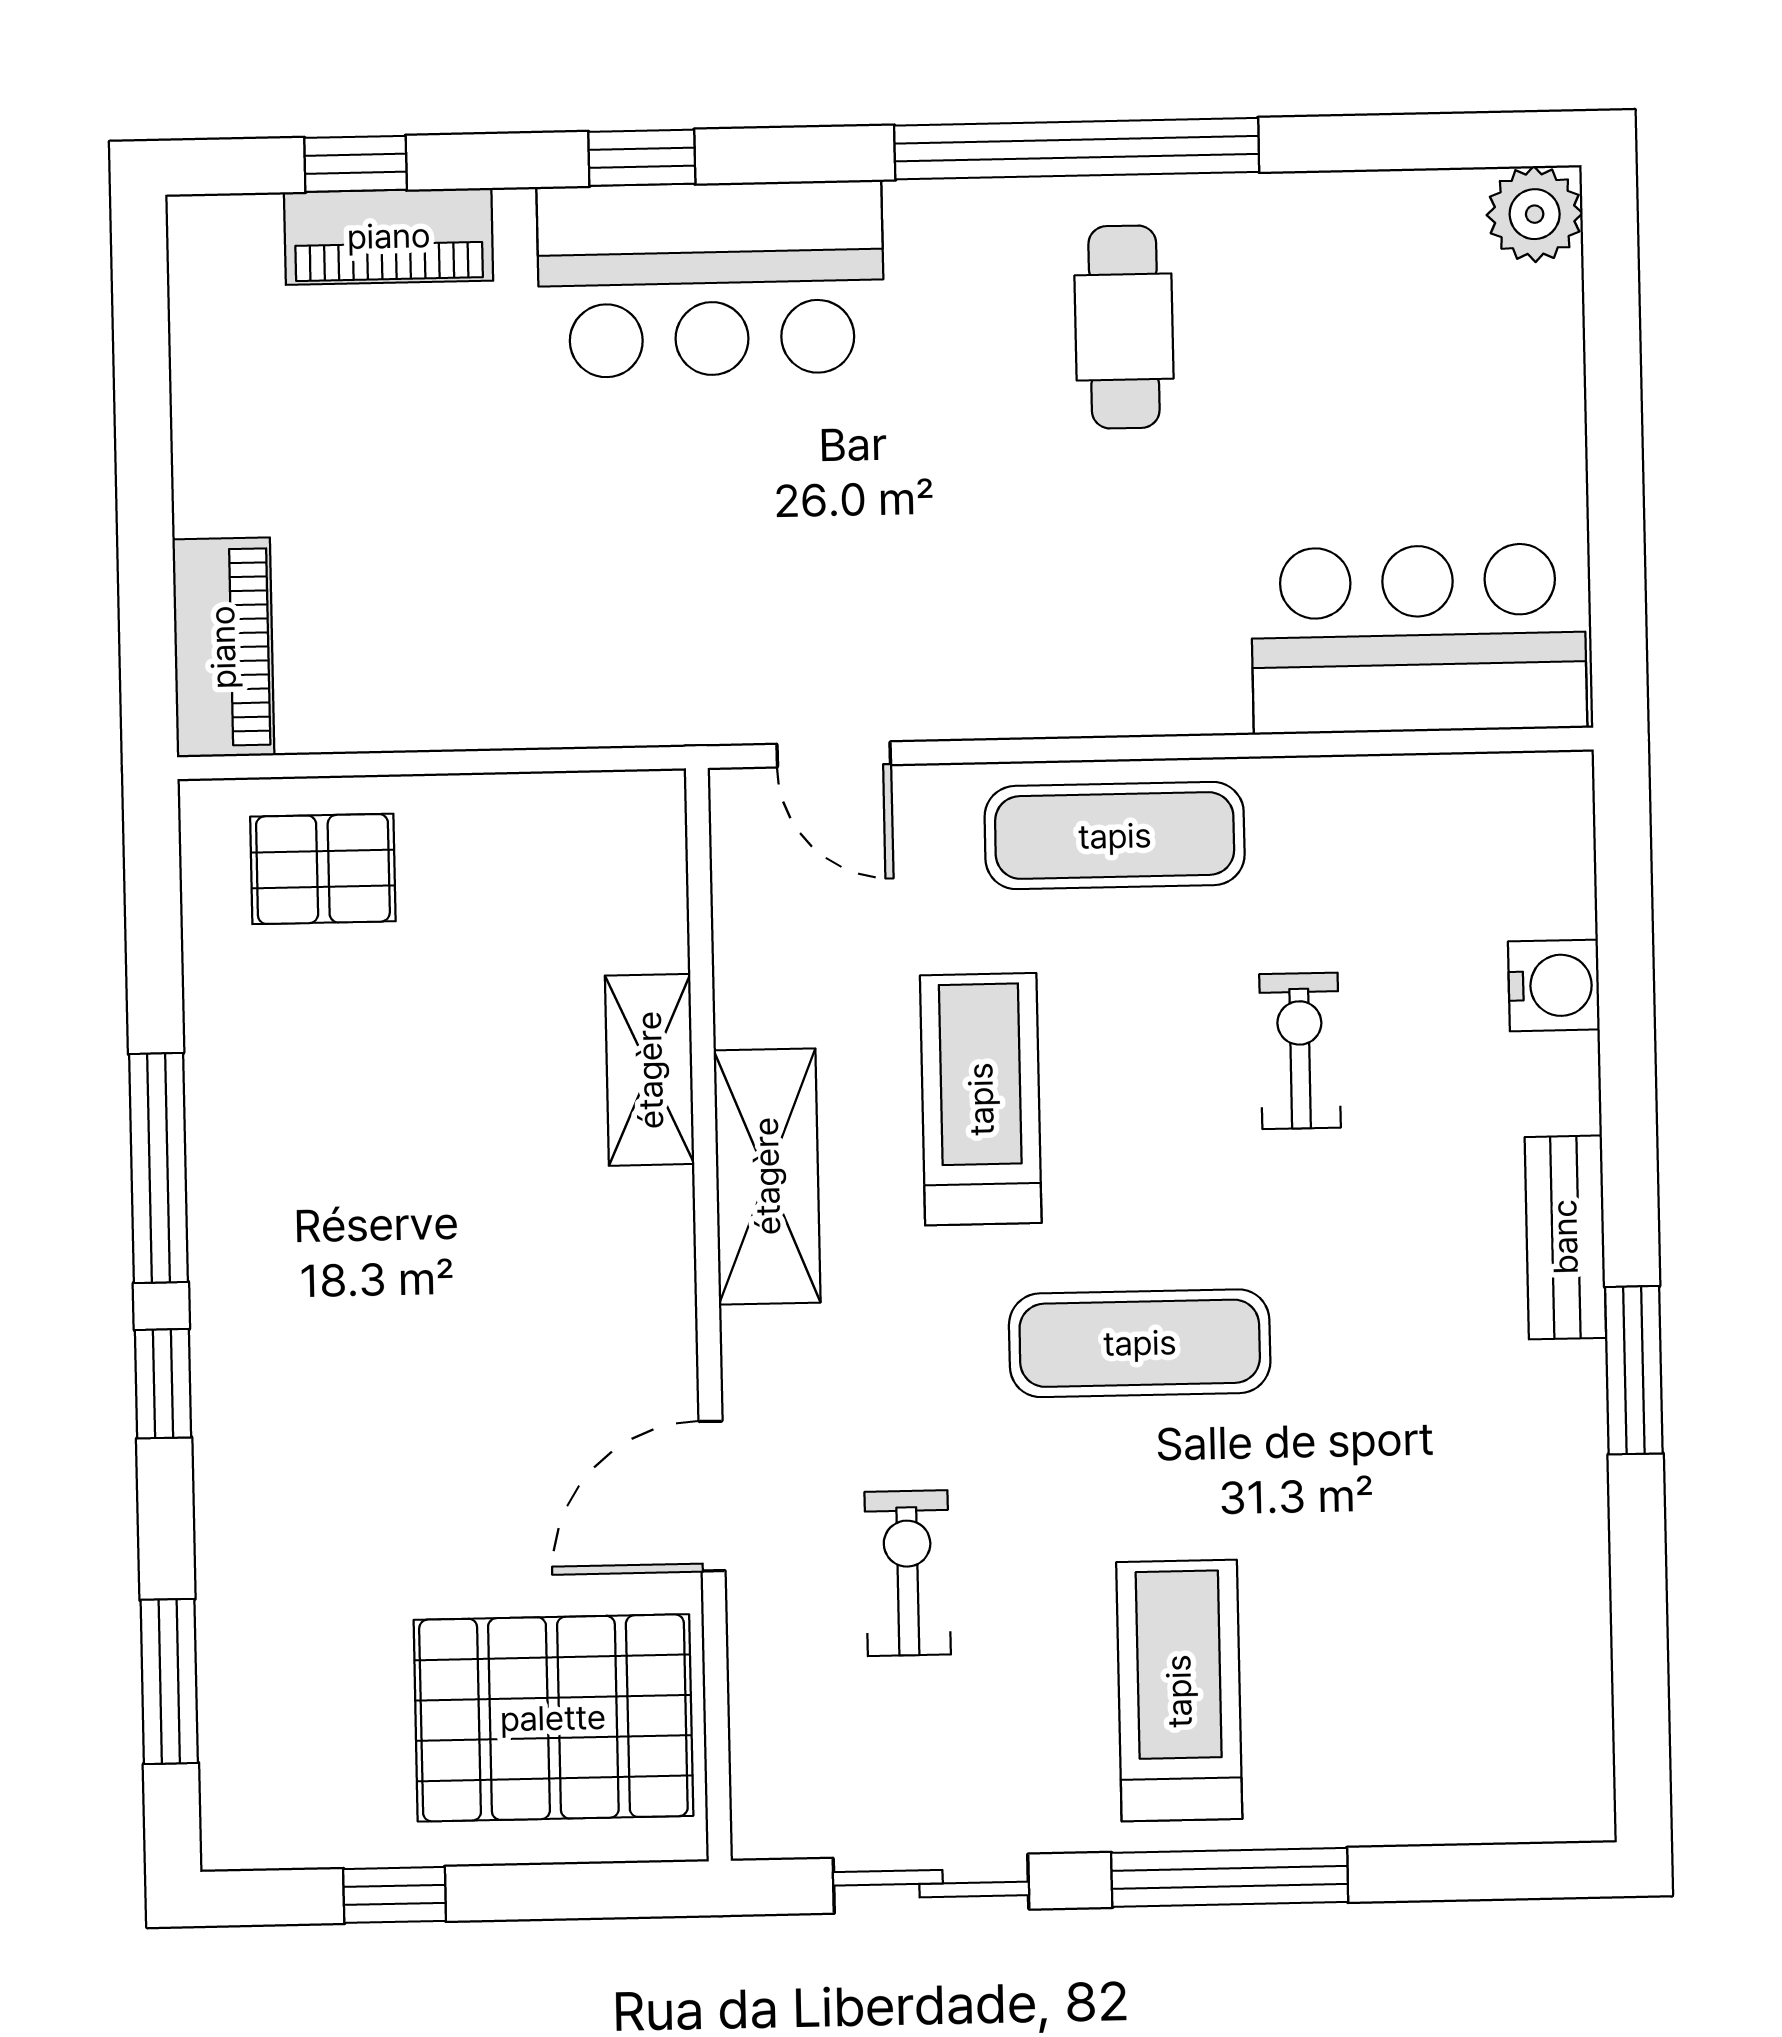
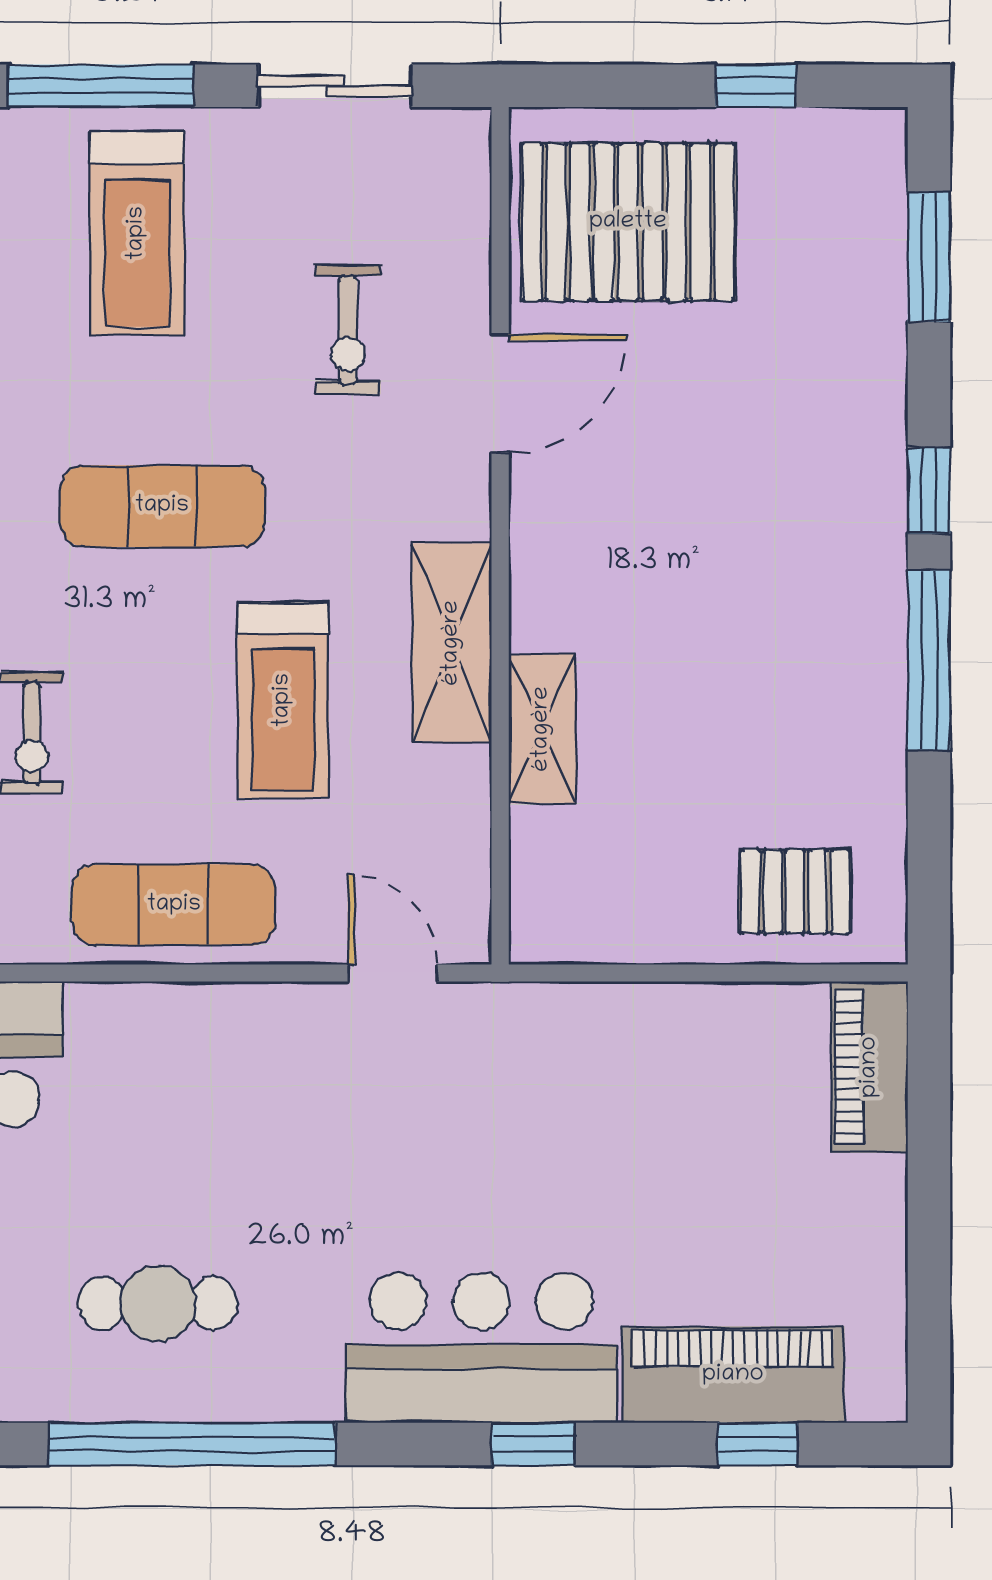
piano: (389, 236) -> (733, 1375), width x1.37, depth x1.33
cafe table: (1124, 327) -> (158, 1303), turned 90

